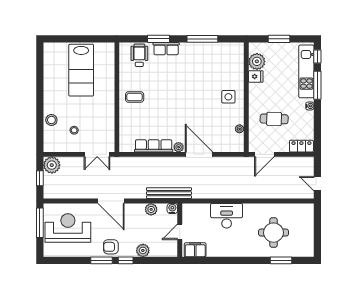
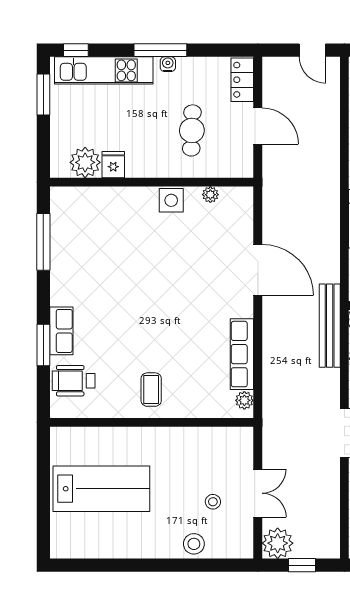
window: (202, 39) -> (43, 242), moved
window: (279, 39) -> (43, 94), moved
window: (317, 85) -> (160, 50), moved
side table: (228, 97) -> (171, 200), moved
plant: (179, 147) -> (244, 400), moved
double door: (97, 154) -> (258, 493), moved
door: (199, 154) -> (258, 270), swing flipped
door: (264, 154) -> (258, 126), moved
door: (317, 184) -> (312, 50), hinge flipped

